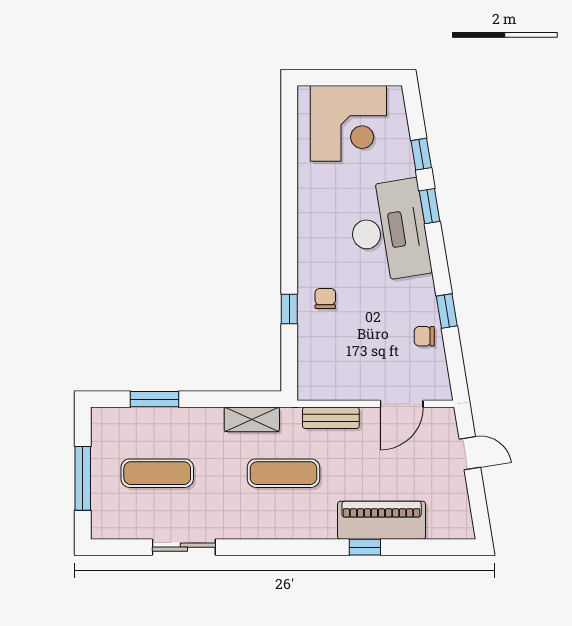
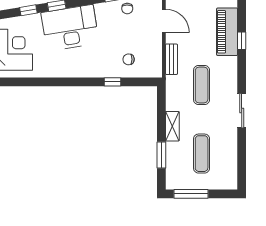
chair: (325, 298) -> (129, 59), moved
shelving: (252, 419) -> (172, 126), moved
window: (83, 478) -> (191, 194), moved
sliding door: (184, 547) -> (242, 111), moved

